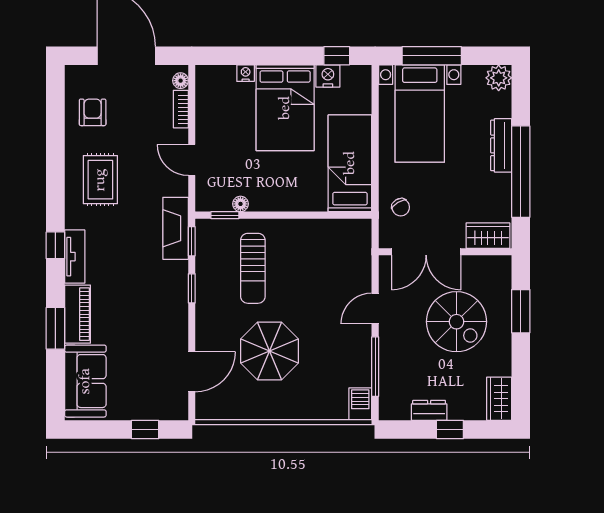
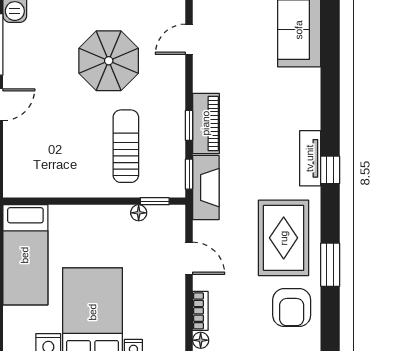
armchair: (93, 112) -> (292, 308), width x1.38, depth x1.38
rug: (100, 180) -> (284, 238), width x1.36, depth x1.43
piano: (78, 314) -> (206, 123), moved, turned 180
window: (55, 328) -> (330, 265), moved
door: (192, 372) -> (189, 39), width x0.73

